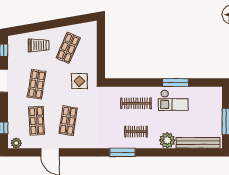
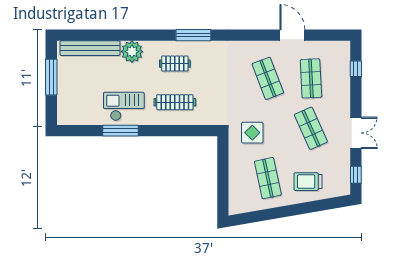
shop shelf: (68, 48) -> (268, 178), turned -36
shop shelf: (37, 84) -> (311, 128), turned -33
shop shelf: (68, 121) -> (268, 78), turned -30
plant: (16, 143) -> (339, 48), removed

